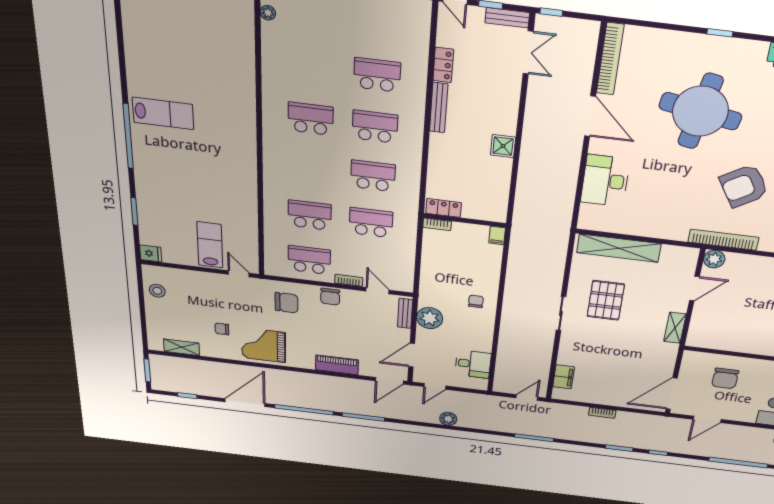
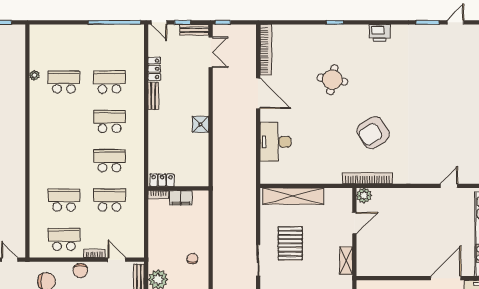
plant: (268, 13) -> (34, 75), moved
bench: (439, 108) -> (153, 96), width x0.73
round table: (700, 111) -> (332, 80), width x0.54, depth x0.54
school desk: (311, 119) -> (64, 82), moved
filing cabinet: (497, 235) -> (181, 198), moved, width x2.00

